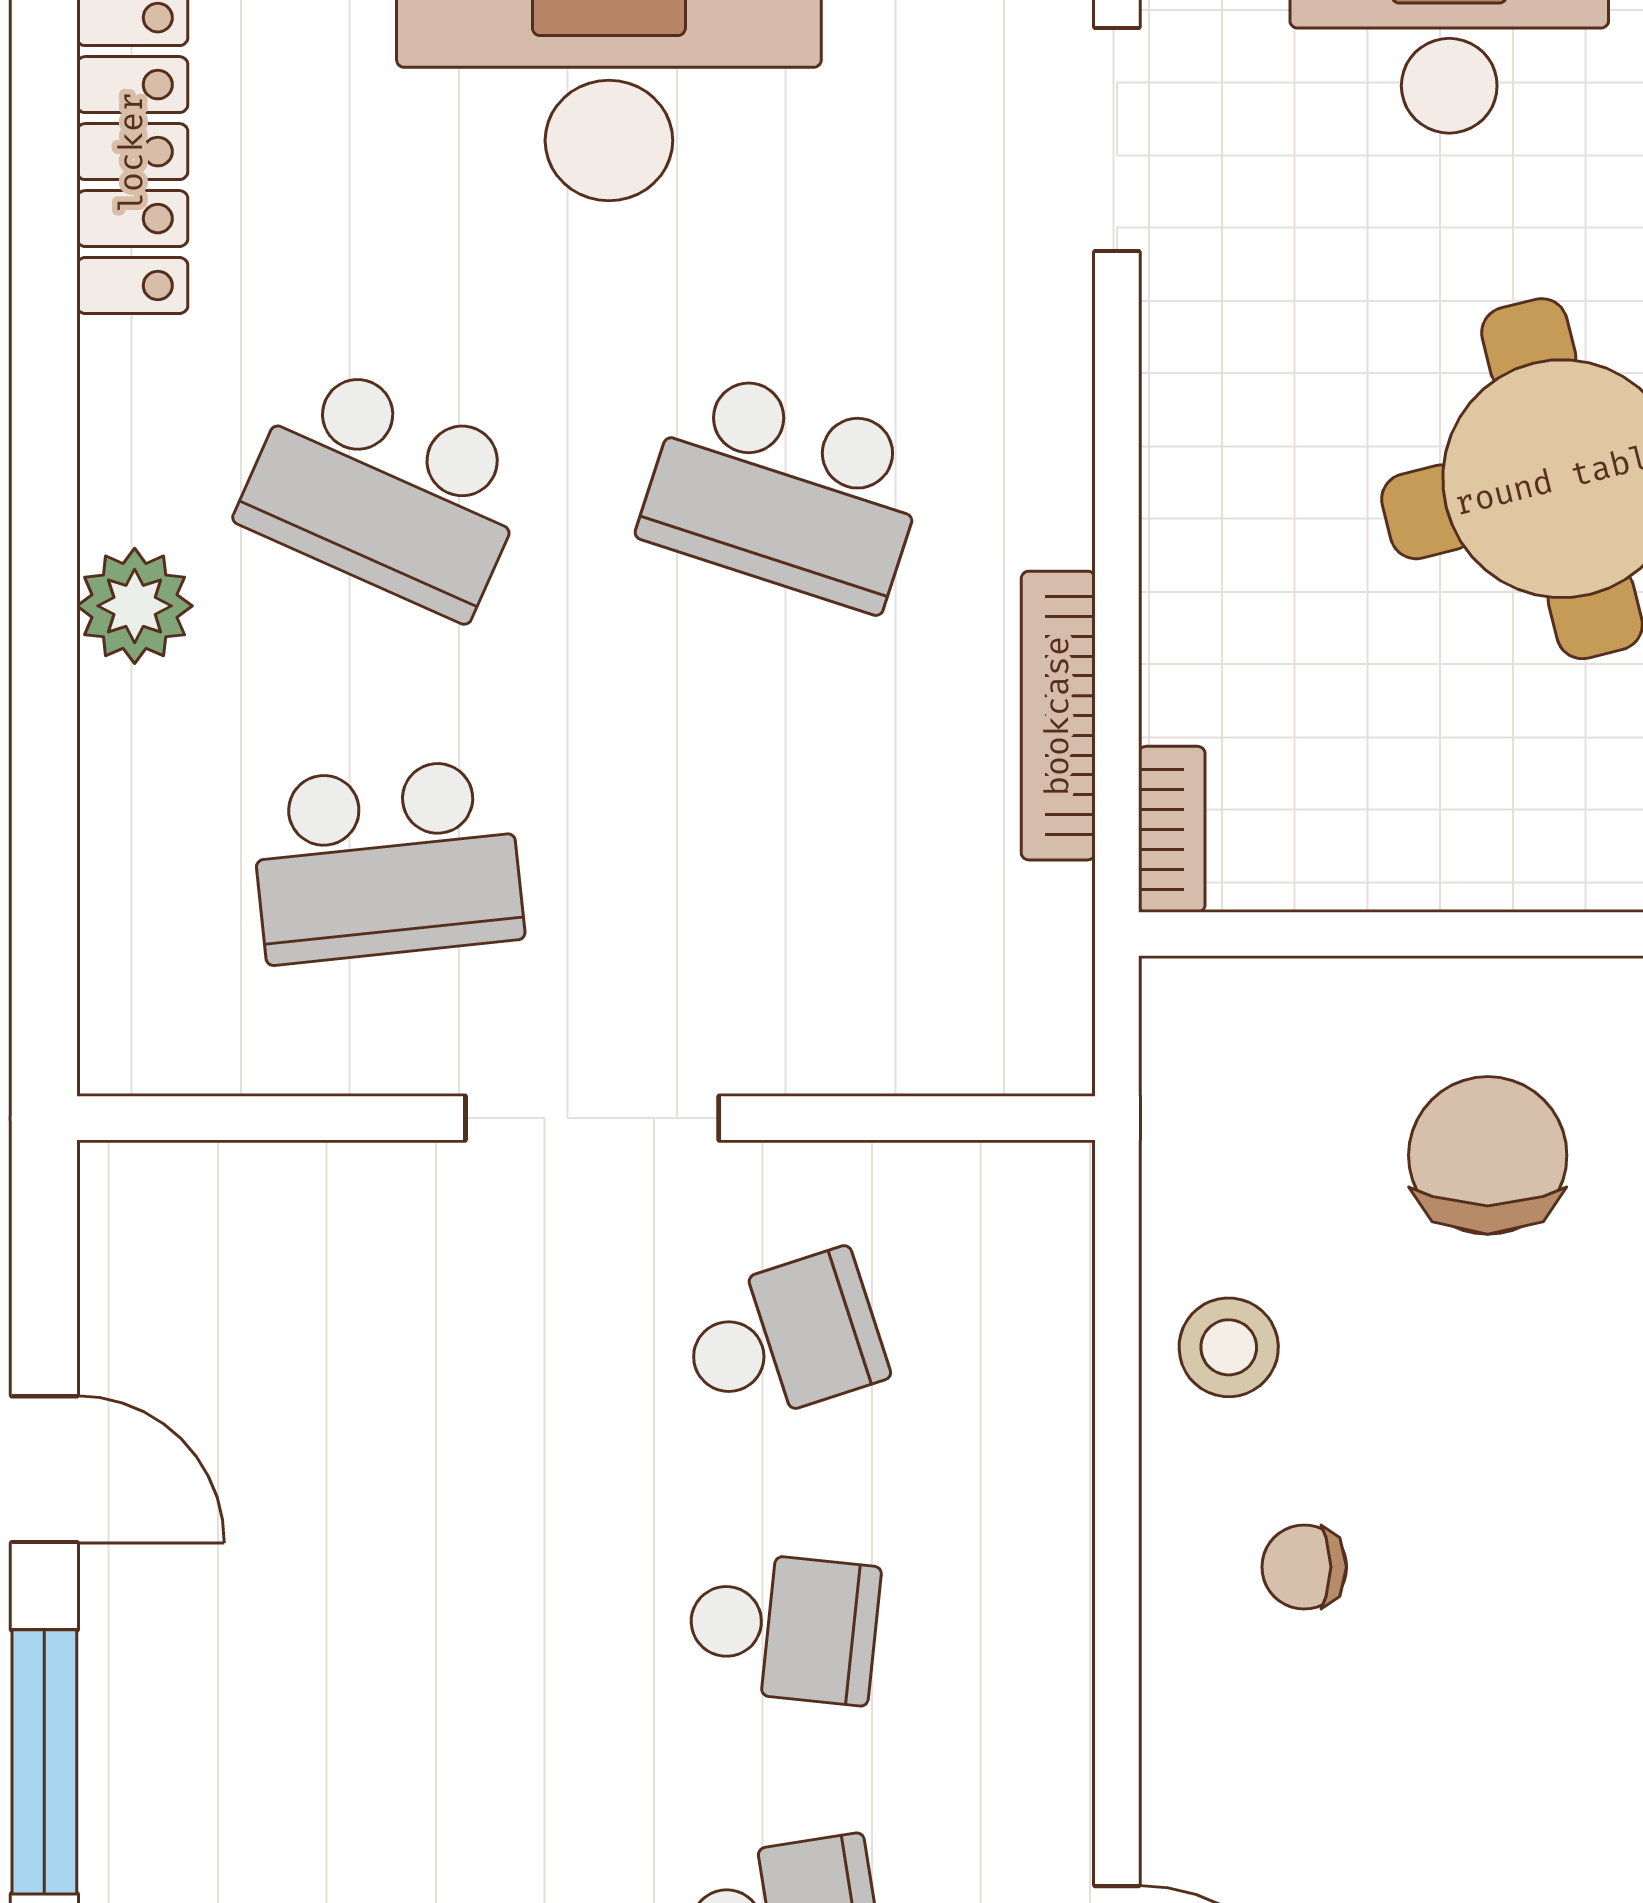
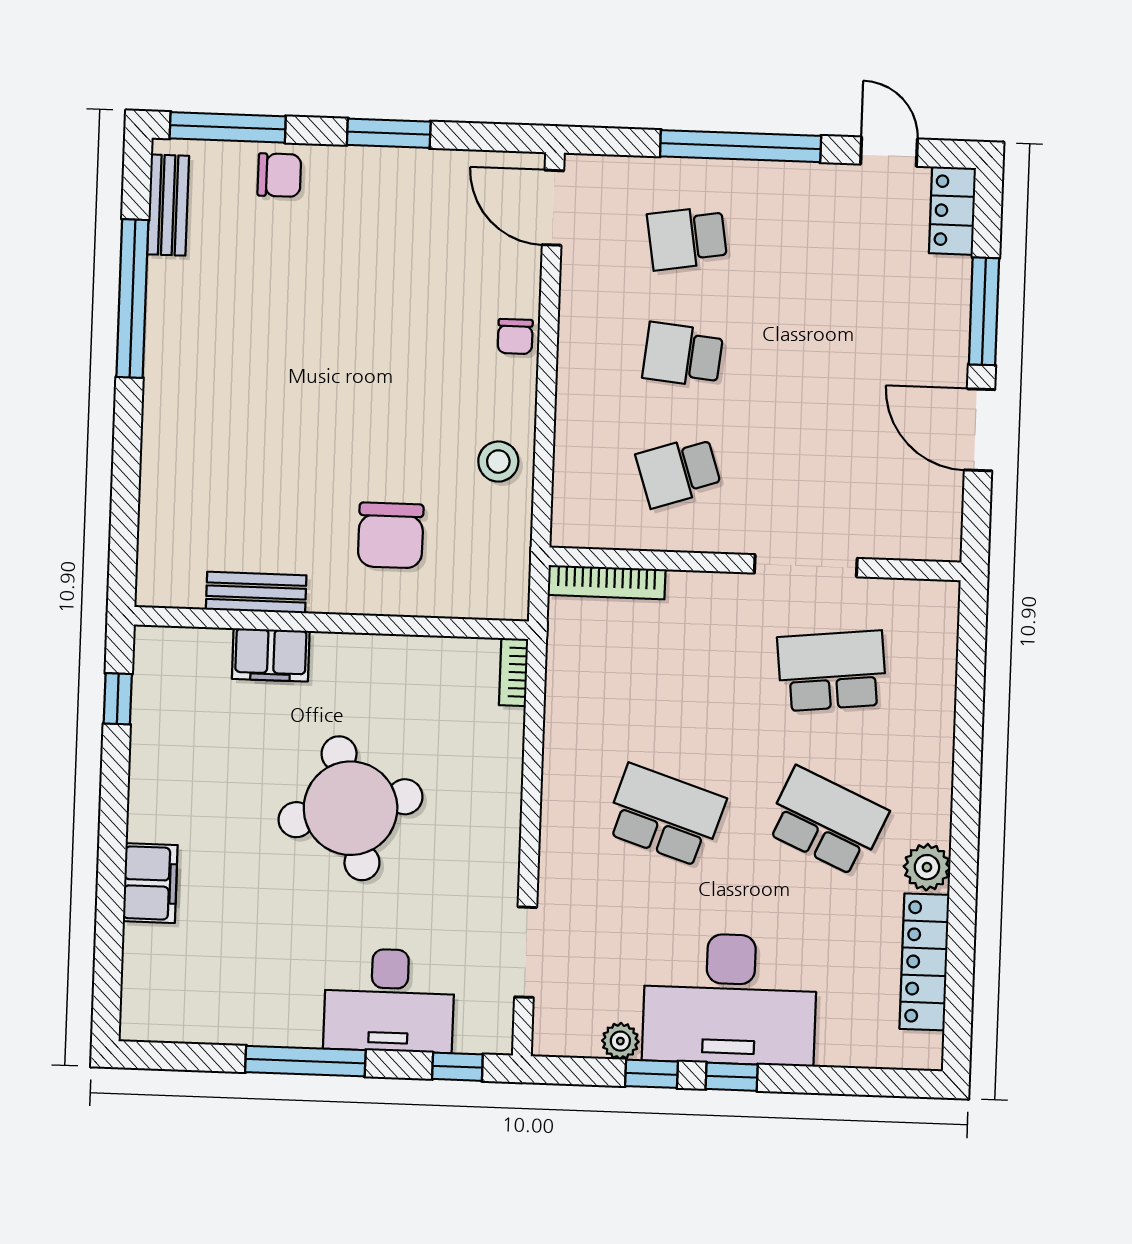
plant: (135, 606) -> (927, 867), moved
bookcase: (1058, 716) -> (607, 582), moved, turned 90
doorway: (592, 1118) -> (806, 566), moved
door: (44, 1469) -> (980, 430), width x1.38
chair: (1304, 1567) -> (515, 336), moved, turned 90

